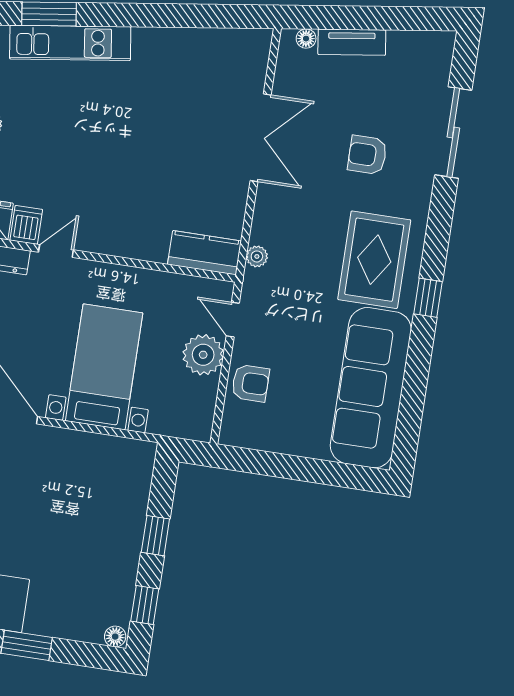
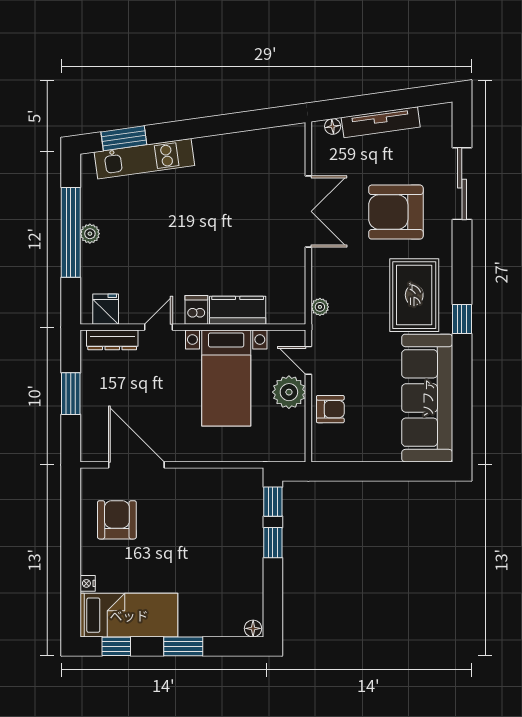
tv unit: (352, 42) -> (381, 122), width x1.41
armchair: (367, 155) -> (396, 212), width x1.88, depth x1.88
dishwasher: (26, 225) -> (196, 310), moved
kitchen counter: (204, 253) -> (238, 310), moved
bed with nightstands: (104, 367) -> (226, 378), moved, turned 180
window: (145, 605) -> (273, 502), moved

